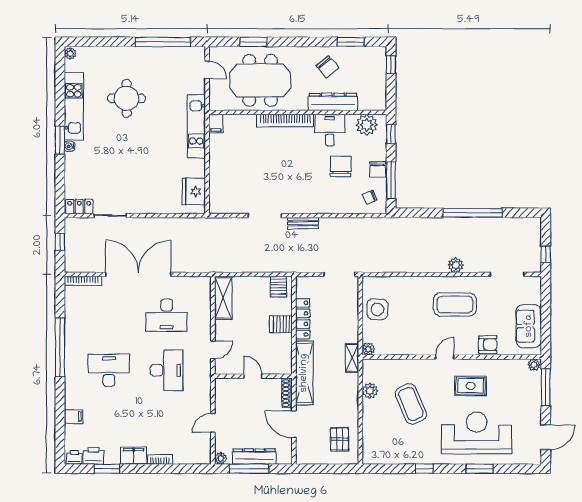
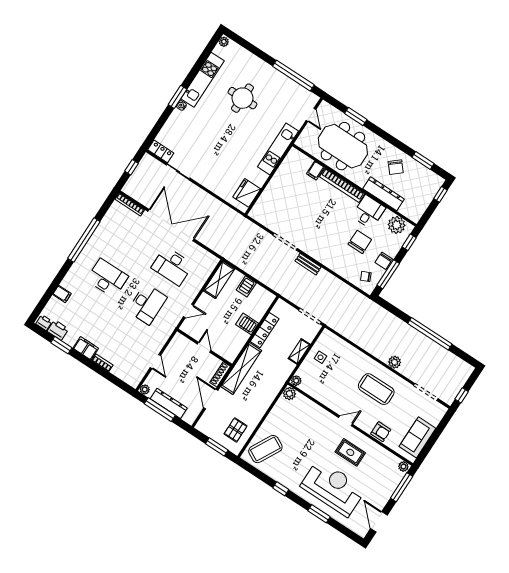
filing cabinet: (216, 123) -> (315, 171), moved
server rack: (278, 287) -> (246, 286), moved
side table: (377, 309) -> (320, 357), width x0.54, depth x0.54
shelving: (352, 358) -> (299, 351), moved
plant: (370, 391) -> (289, 394), moved
coffee table: (411, 404) -> (265, 449), moved, turned 51
door: (213, 423) -> (155, 361), swing flipped
door: (546, 437) -> (379, 522), swing flipped
window: (332, 469) -> (217, 447), added

